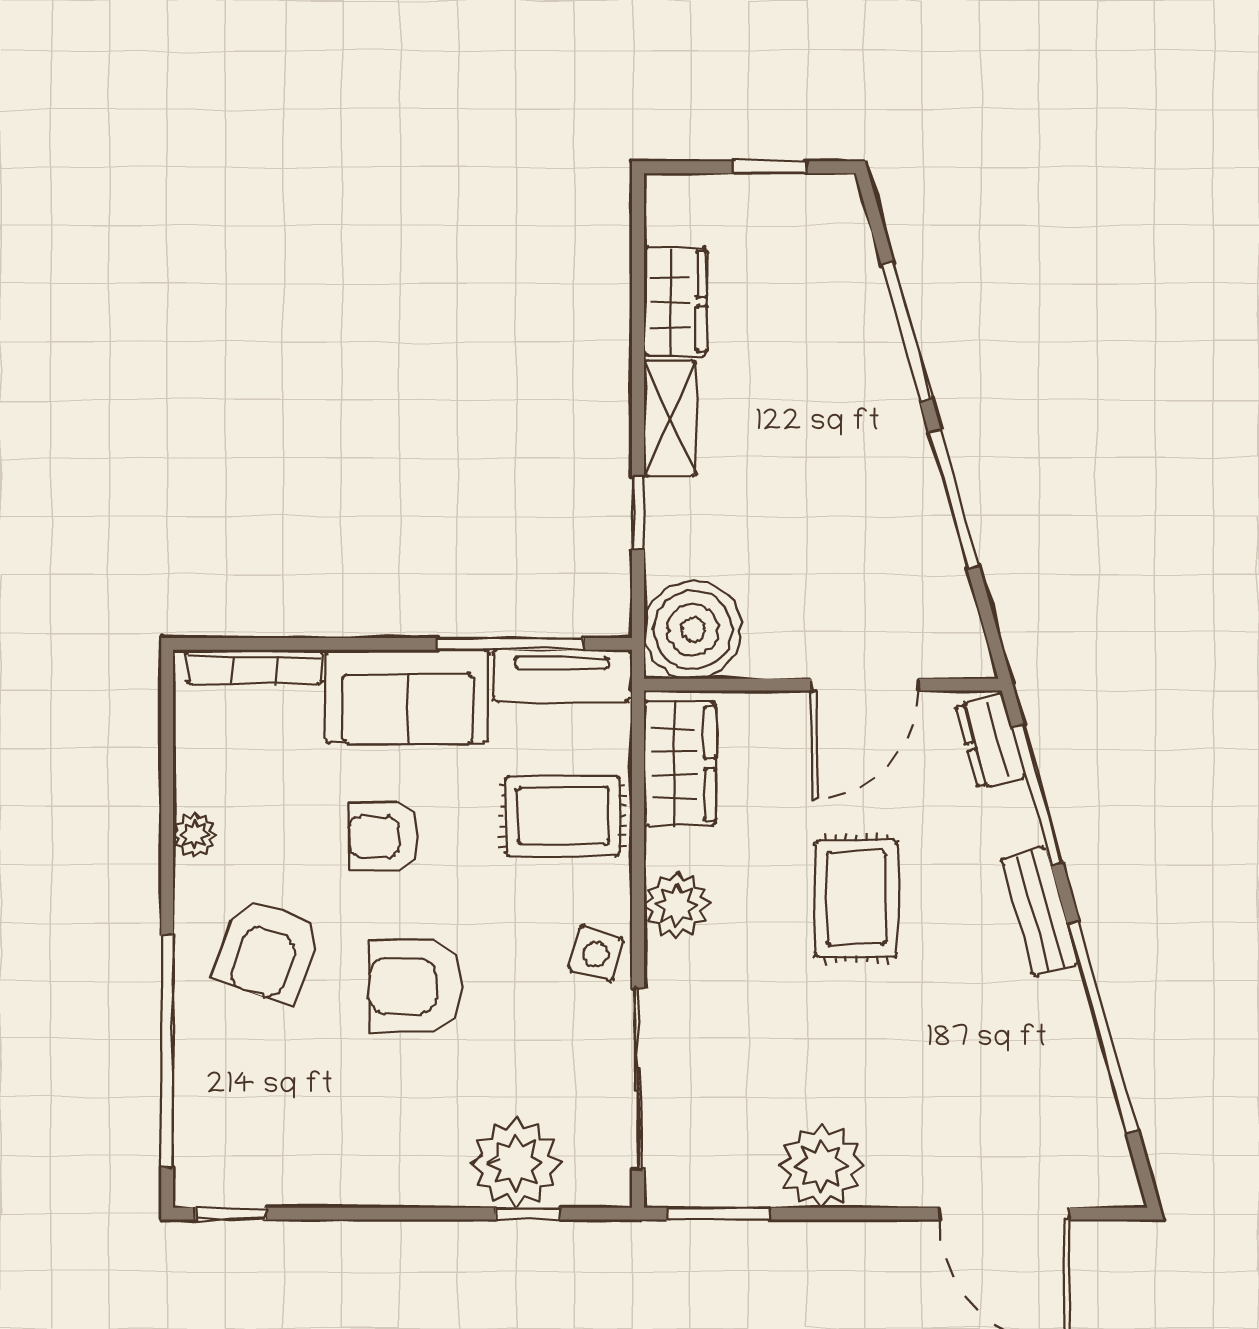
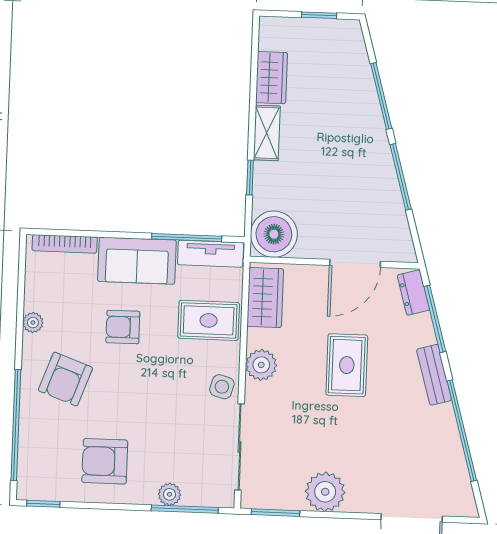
armchair: (416, 986) -> (105, 461), moved
plant: (516, 1163) -> (169, 494), width x0.53, depth x0.53
window: (528, 1214) -> (185, 509), width x2.17

